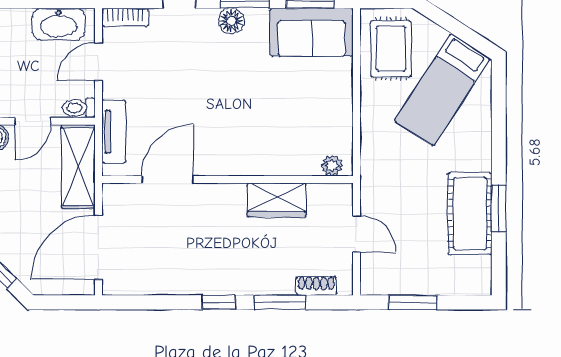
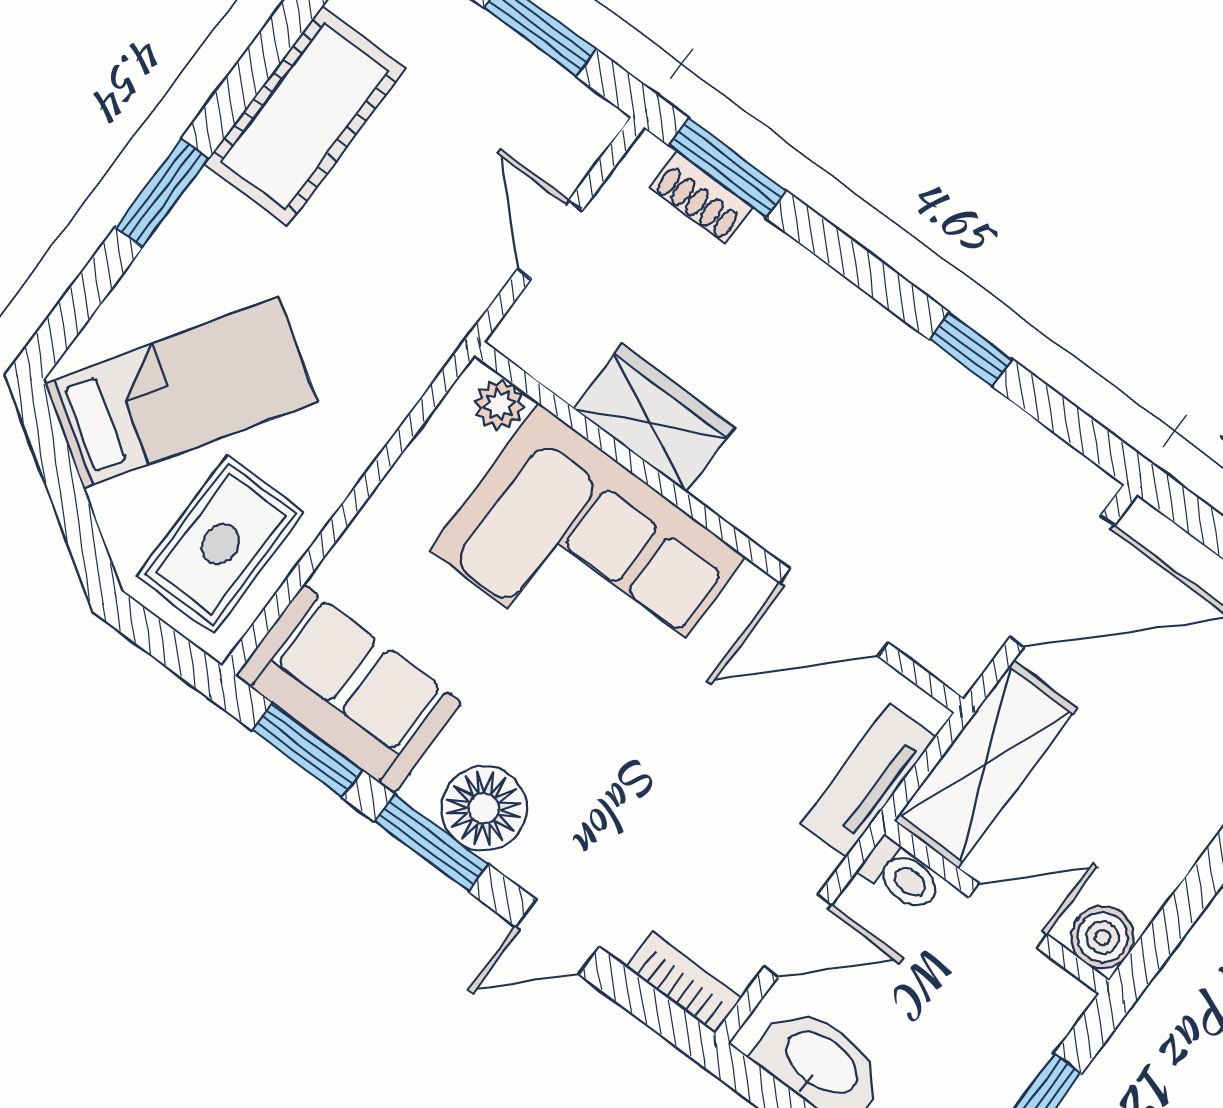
floor lamp: (231, 21) -> (484, 808), width x1.38, depth x1.38
corner sofa: (265, 137) -> (587, 554), added
window: (499, 208) -> (162, 193), moved
window: (219, 302) -> (971, 349), moved
window: (280, 302) -> (727, 168), moved

